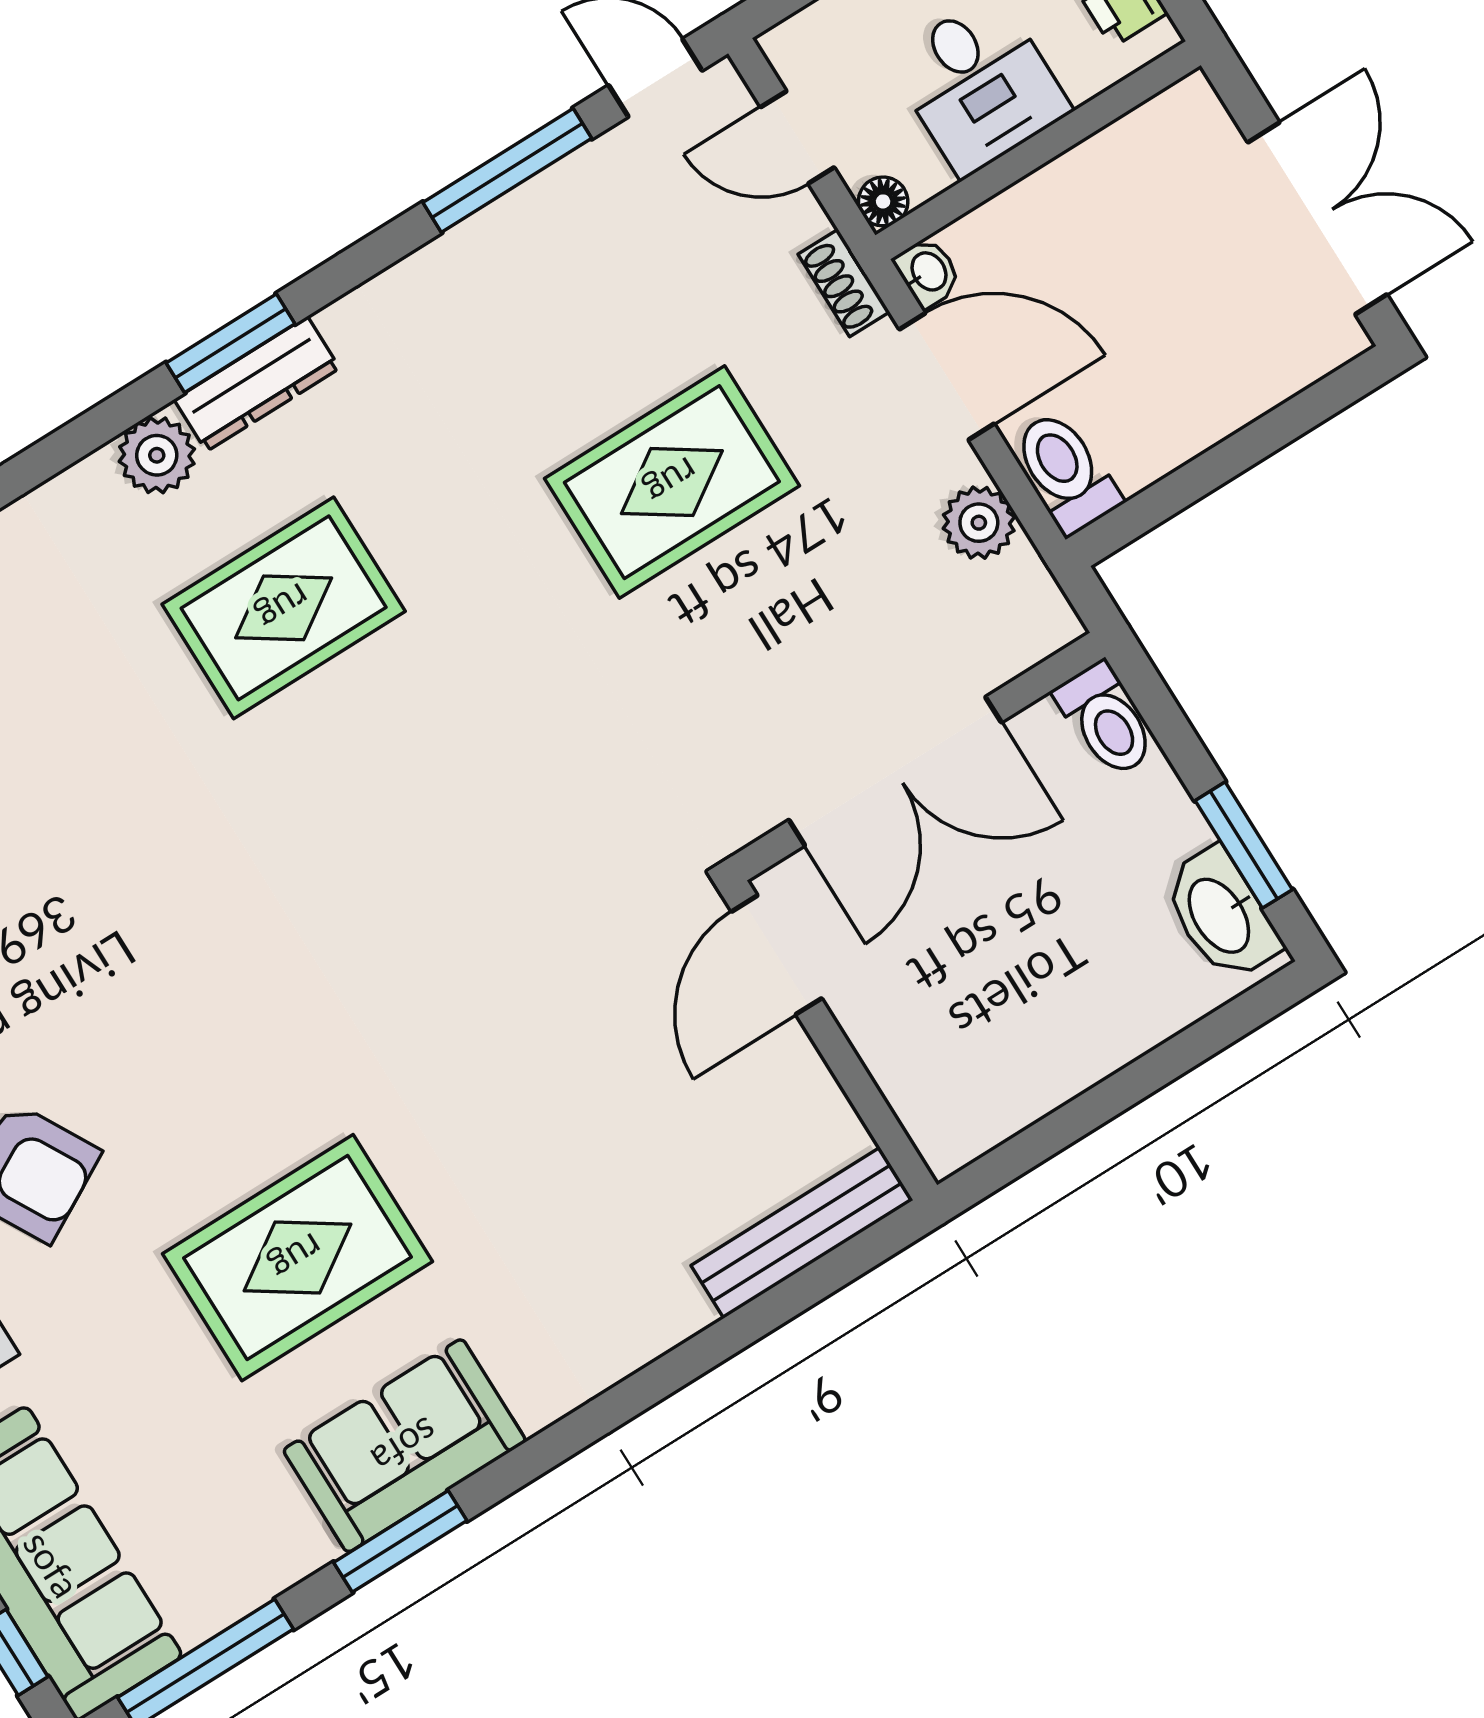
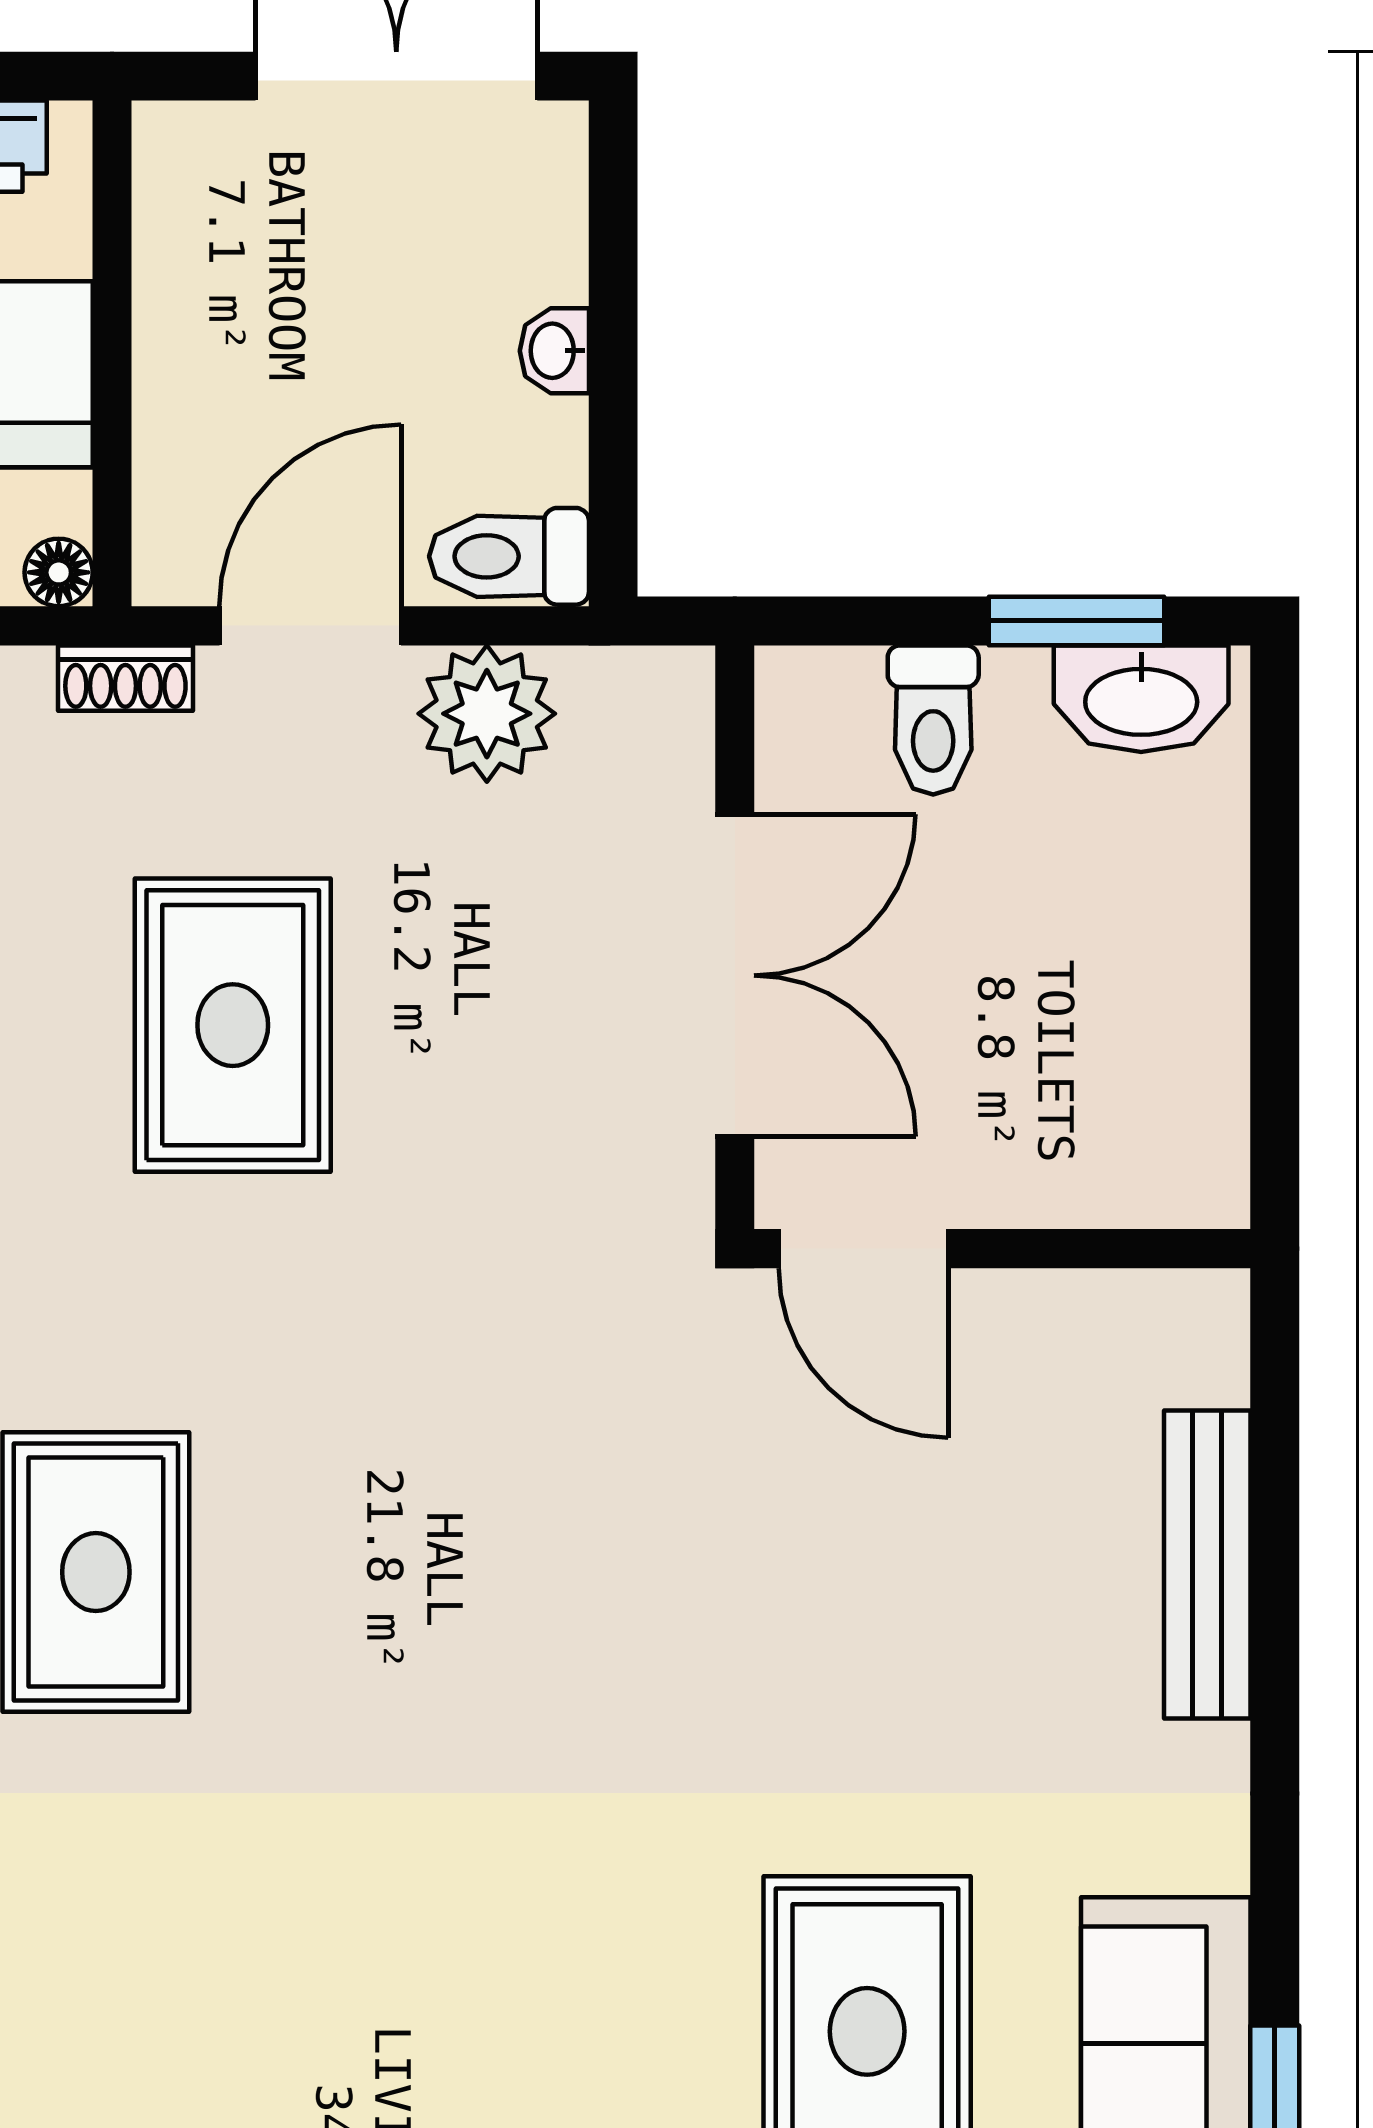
washbasin: (928, 272) -> (554, 351), moved, turned -90
plant: (979, 523) -> (487, 714), width x1.36, depth x1.36
toilet: (1106, 720) -> (933, 720), moved, turned 90
bench: (802, 1233) -> (1207, 1564), moved

